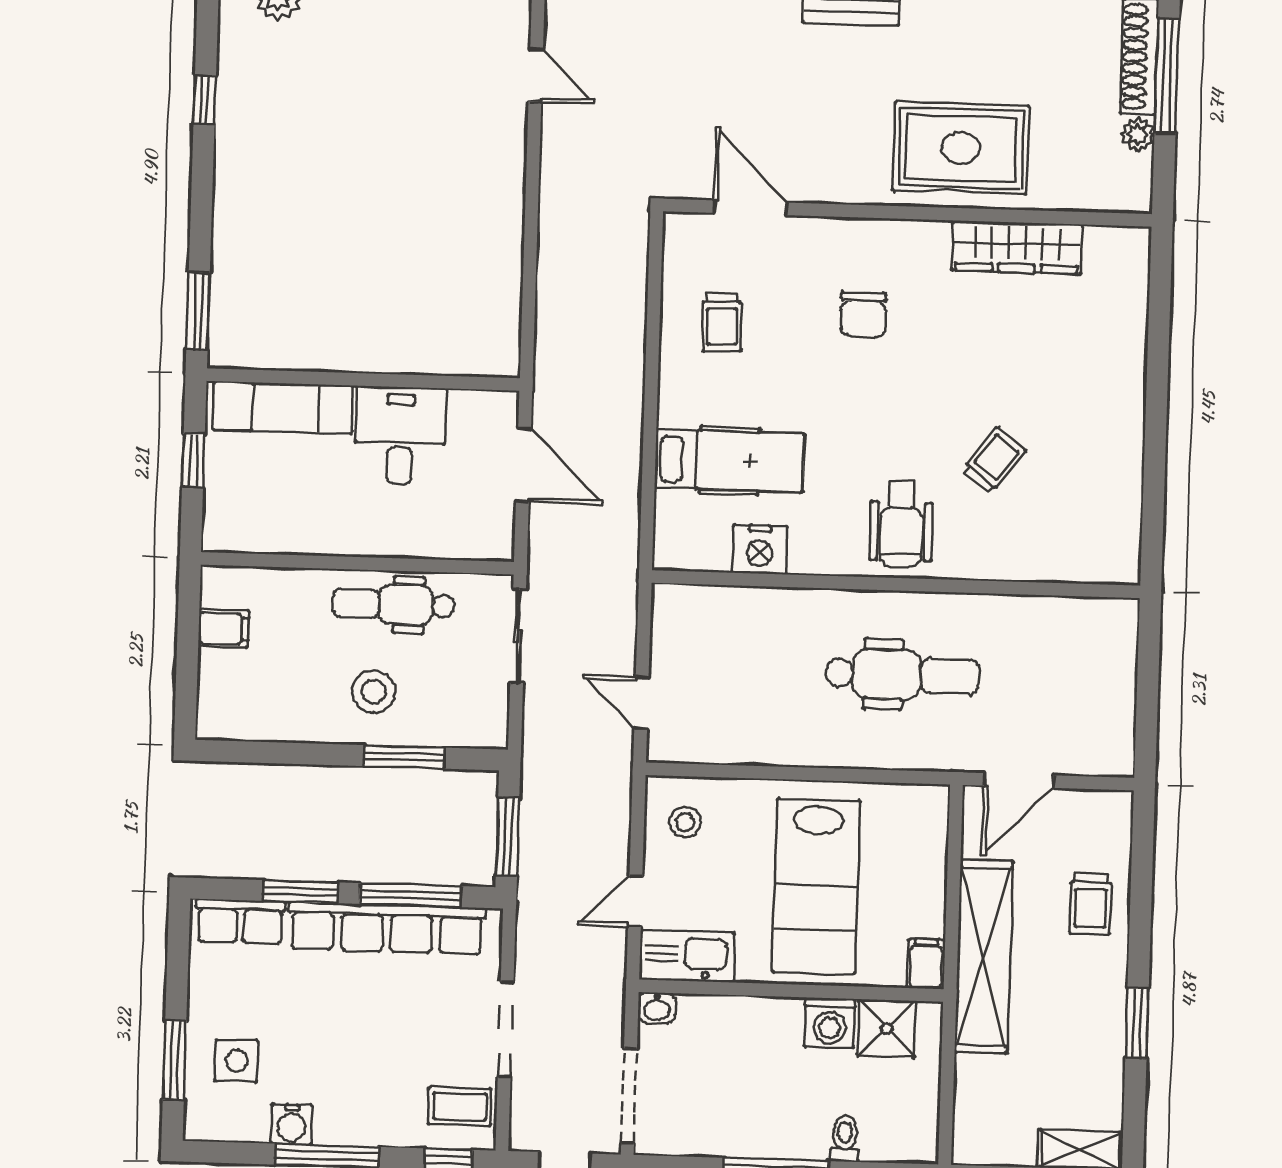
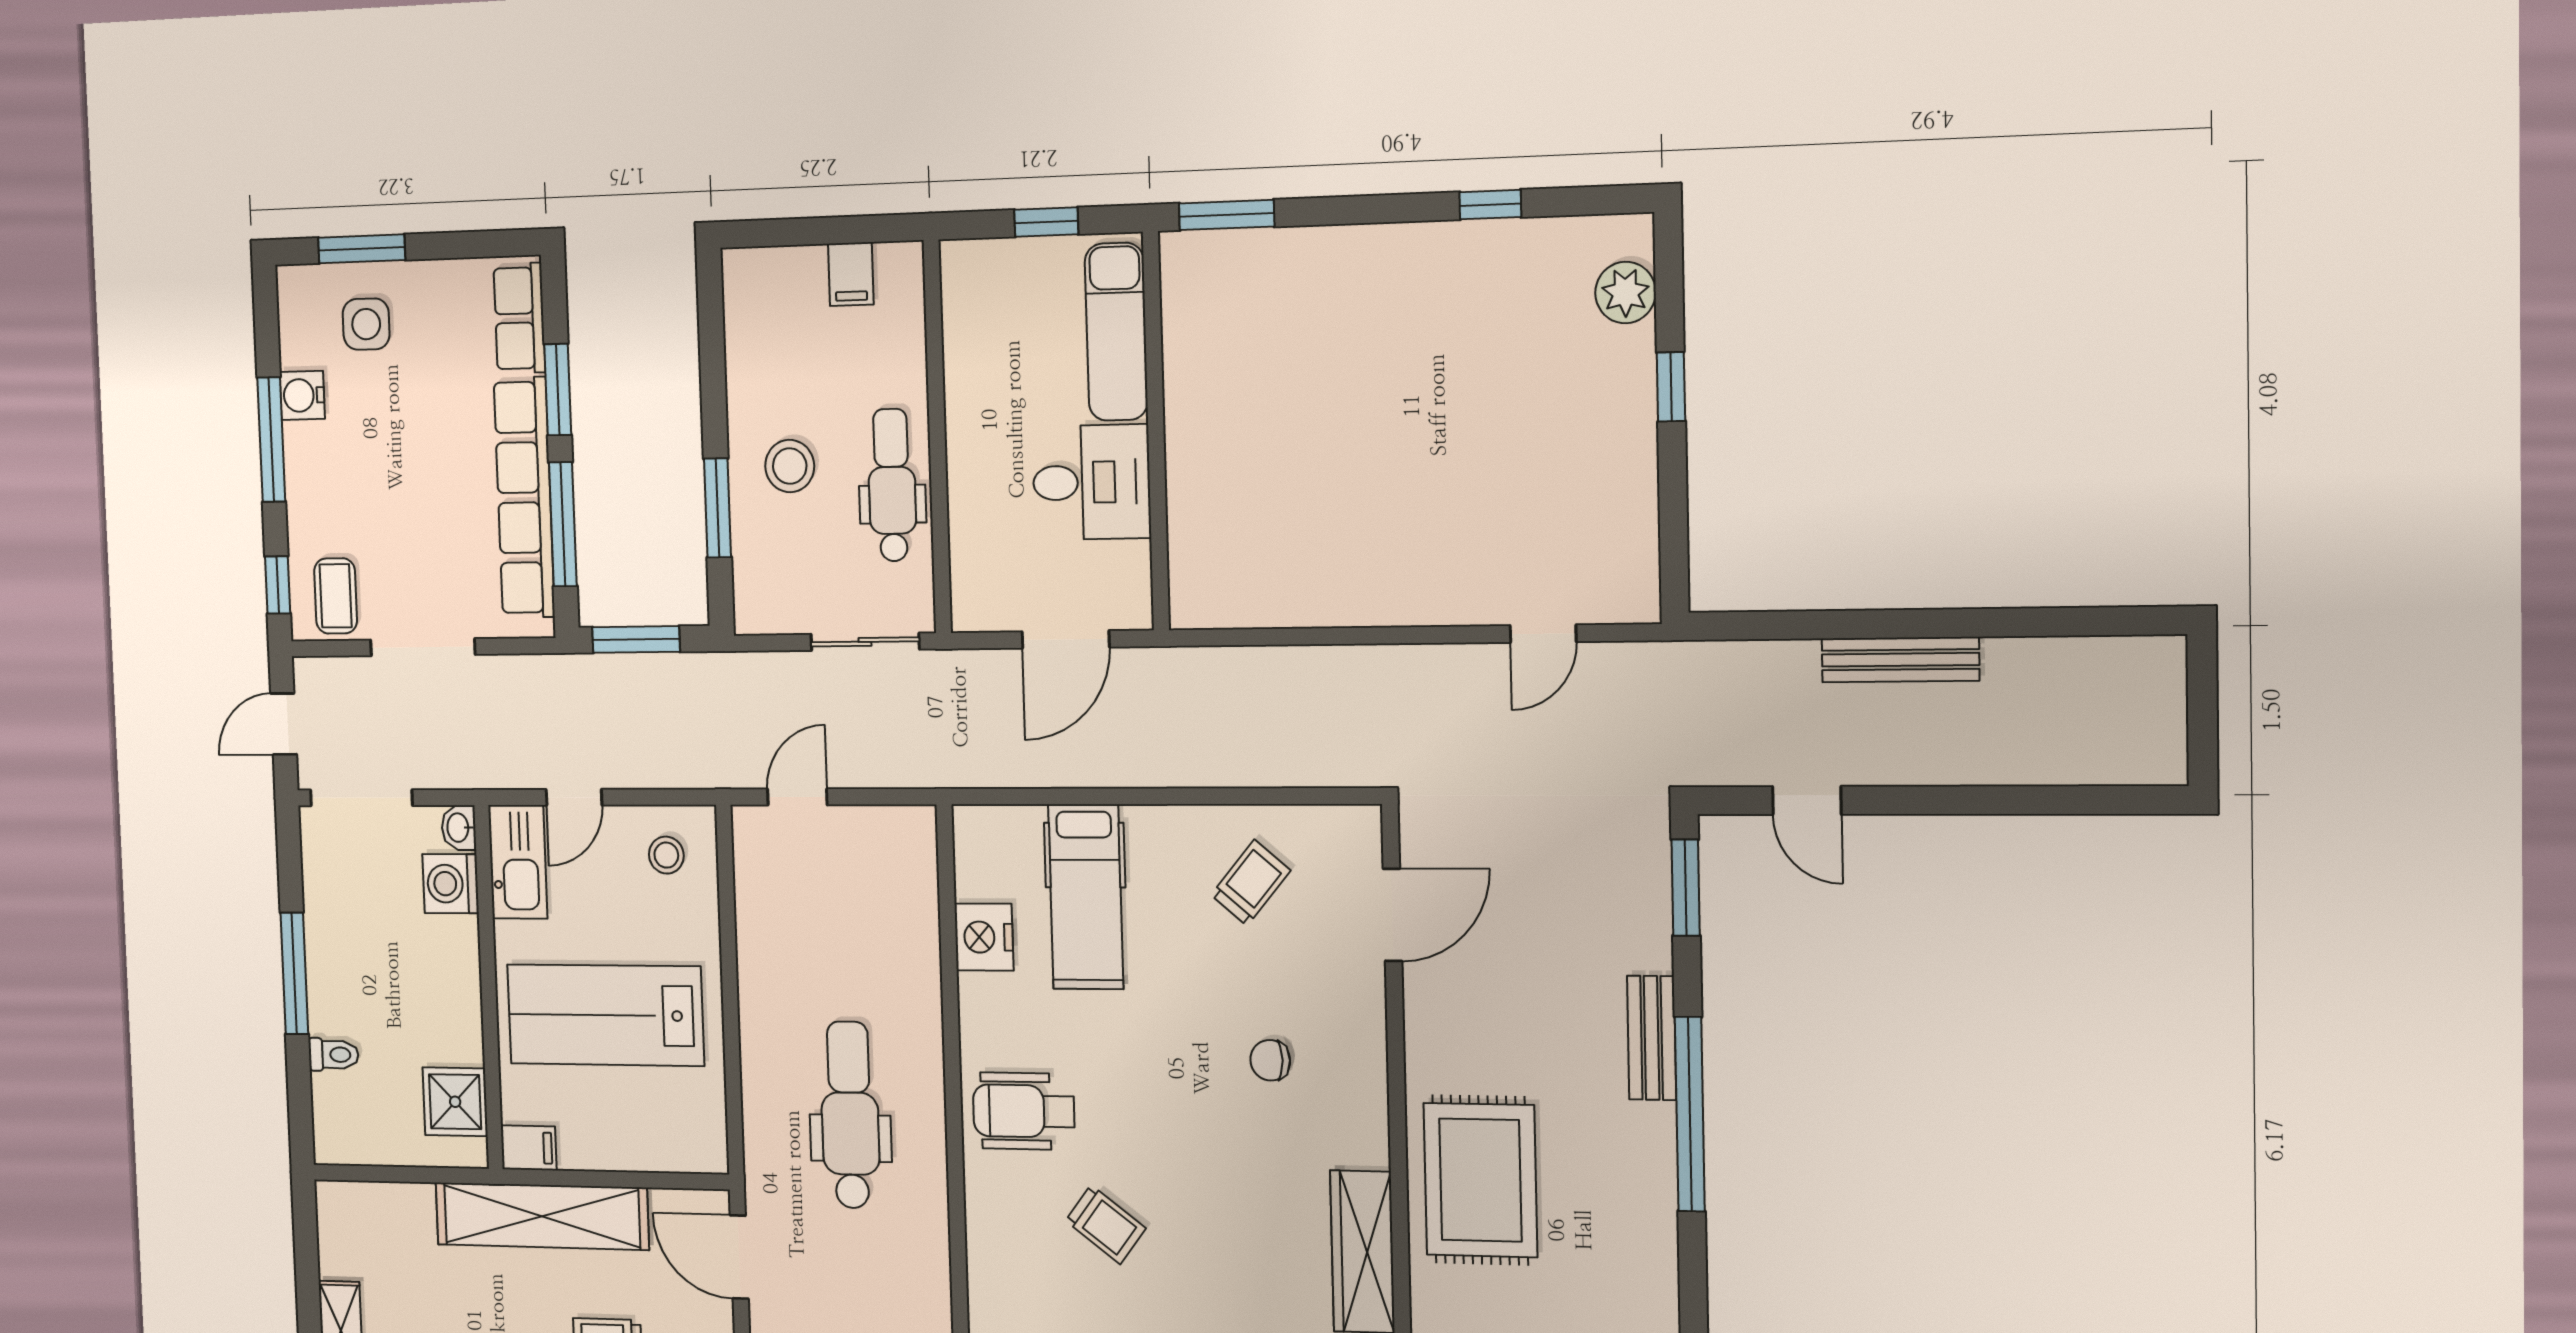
chair: (864, 314) -> (1270, 1060), width x0.73, depth x0.73
trolley: (722, 322) -> (1251, 883), turned 132
dental chair: (902, 675) -> (850, 1115), turned 180
door: (635, 901) -> (574, 797), swing flipped
washing machine: (830, 1023) -> (451, 884), moved

